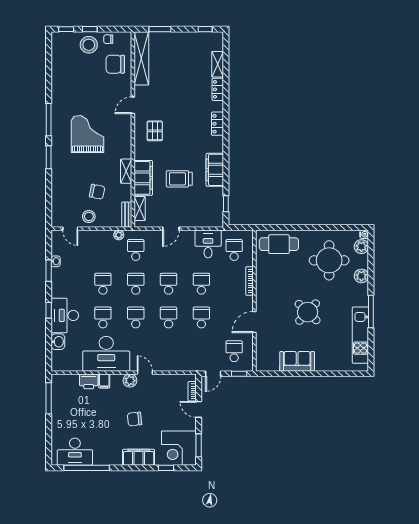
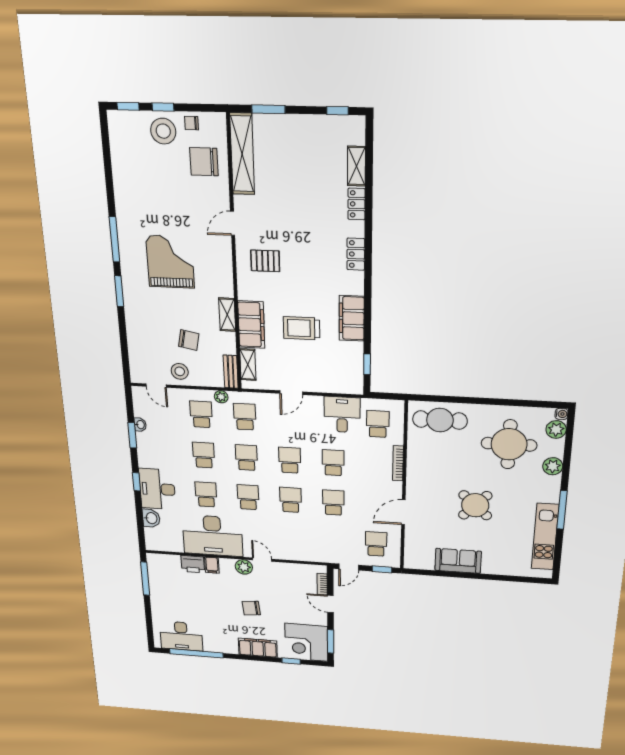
pallet: (155, 131) -> (265, 261), turned 90
school desk: (103, 250) -> (201, 414), added

